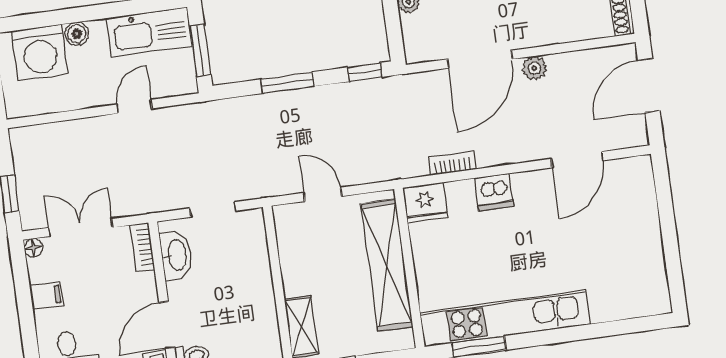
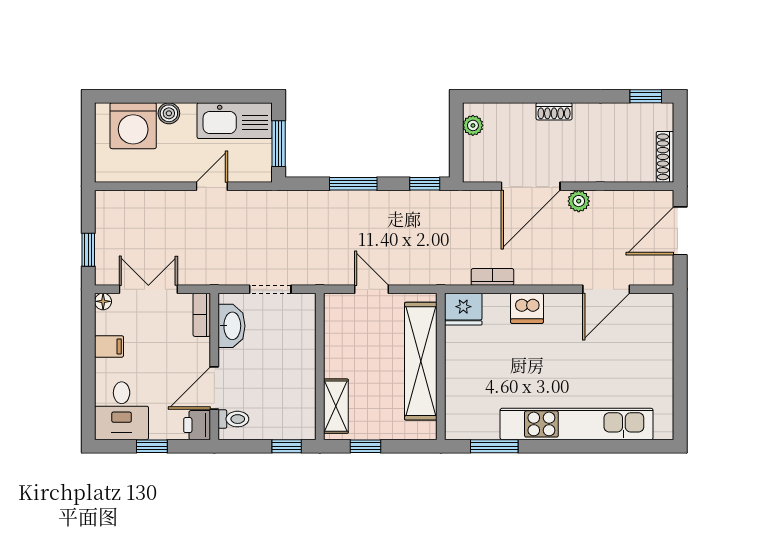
kitchen unit: (505, 318) -> (577, 424), moved

